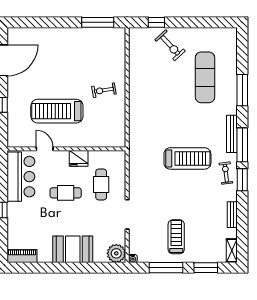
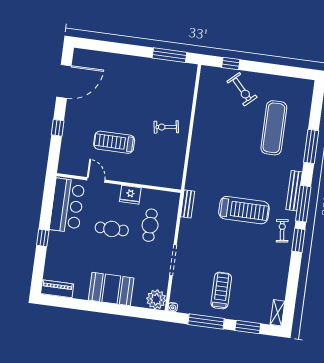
treadmill: (57, 111) -> (114, 142), width x0.73, depth x0.73
bench: (232, 215) -> (188, 204), moved

